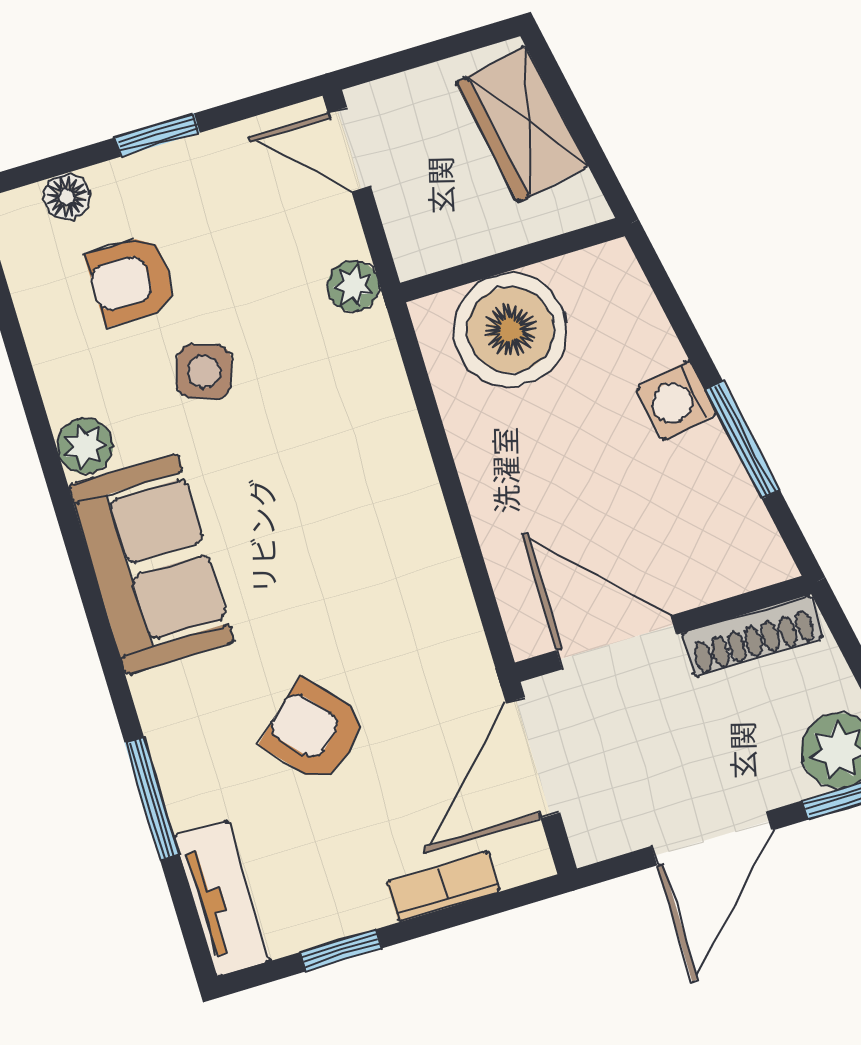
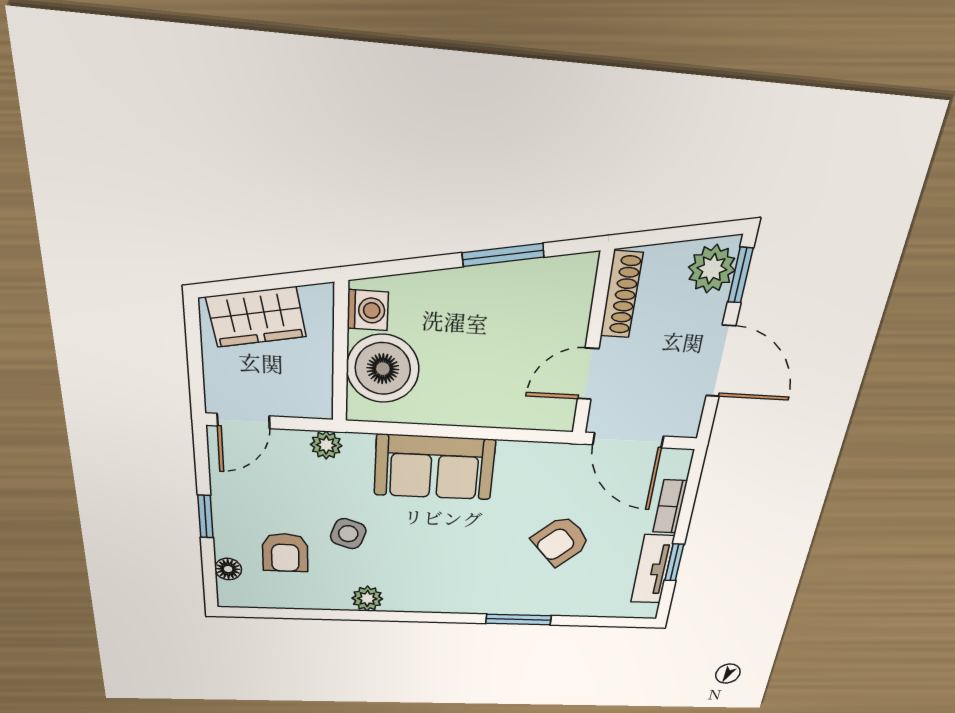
washing machine: (676, 401) -> (368, 310), moved, turned -79
sofa: (151, 564) -> (435, 467), moved, turned 180
door: (617, 642) -> (588, 374), width x0.73
window: (152, 798) -> (519, 620), moved
tv unit: (222, 899) -> (653, 569), moved, turned -90

